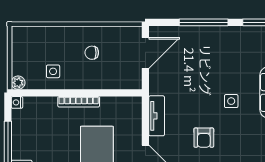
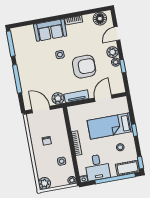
plant: (21, 36) -> (45, 183), added
plant: (159, 84) -> (58, 98), added
desk: (32, 129) -> (97, 167), added
armchair: (204, 138) -> (84, 67), width x1.88, depth x1.88

